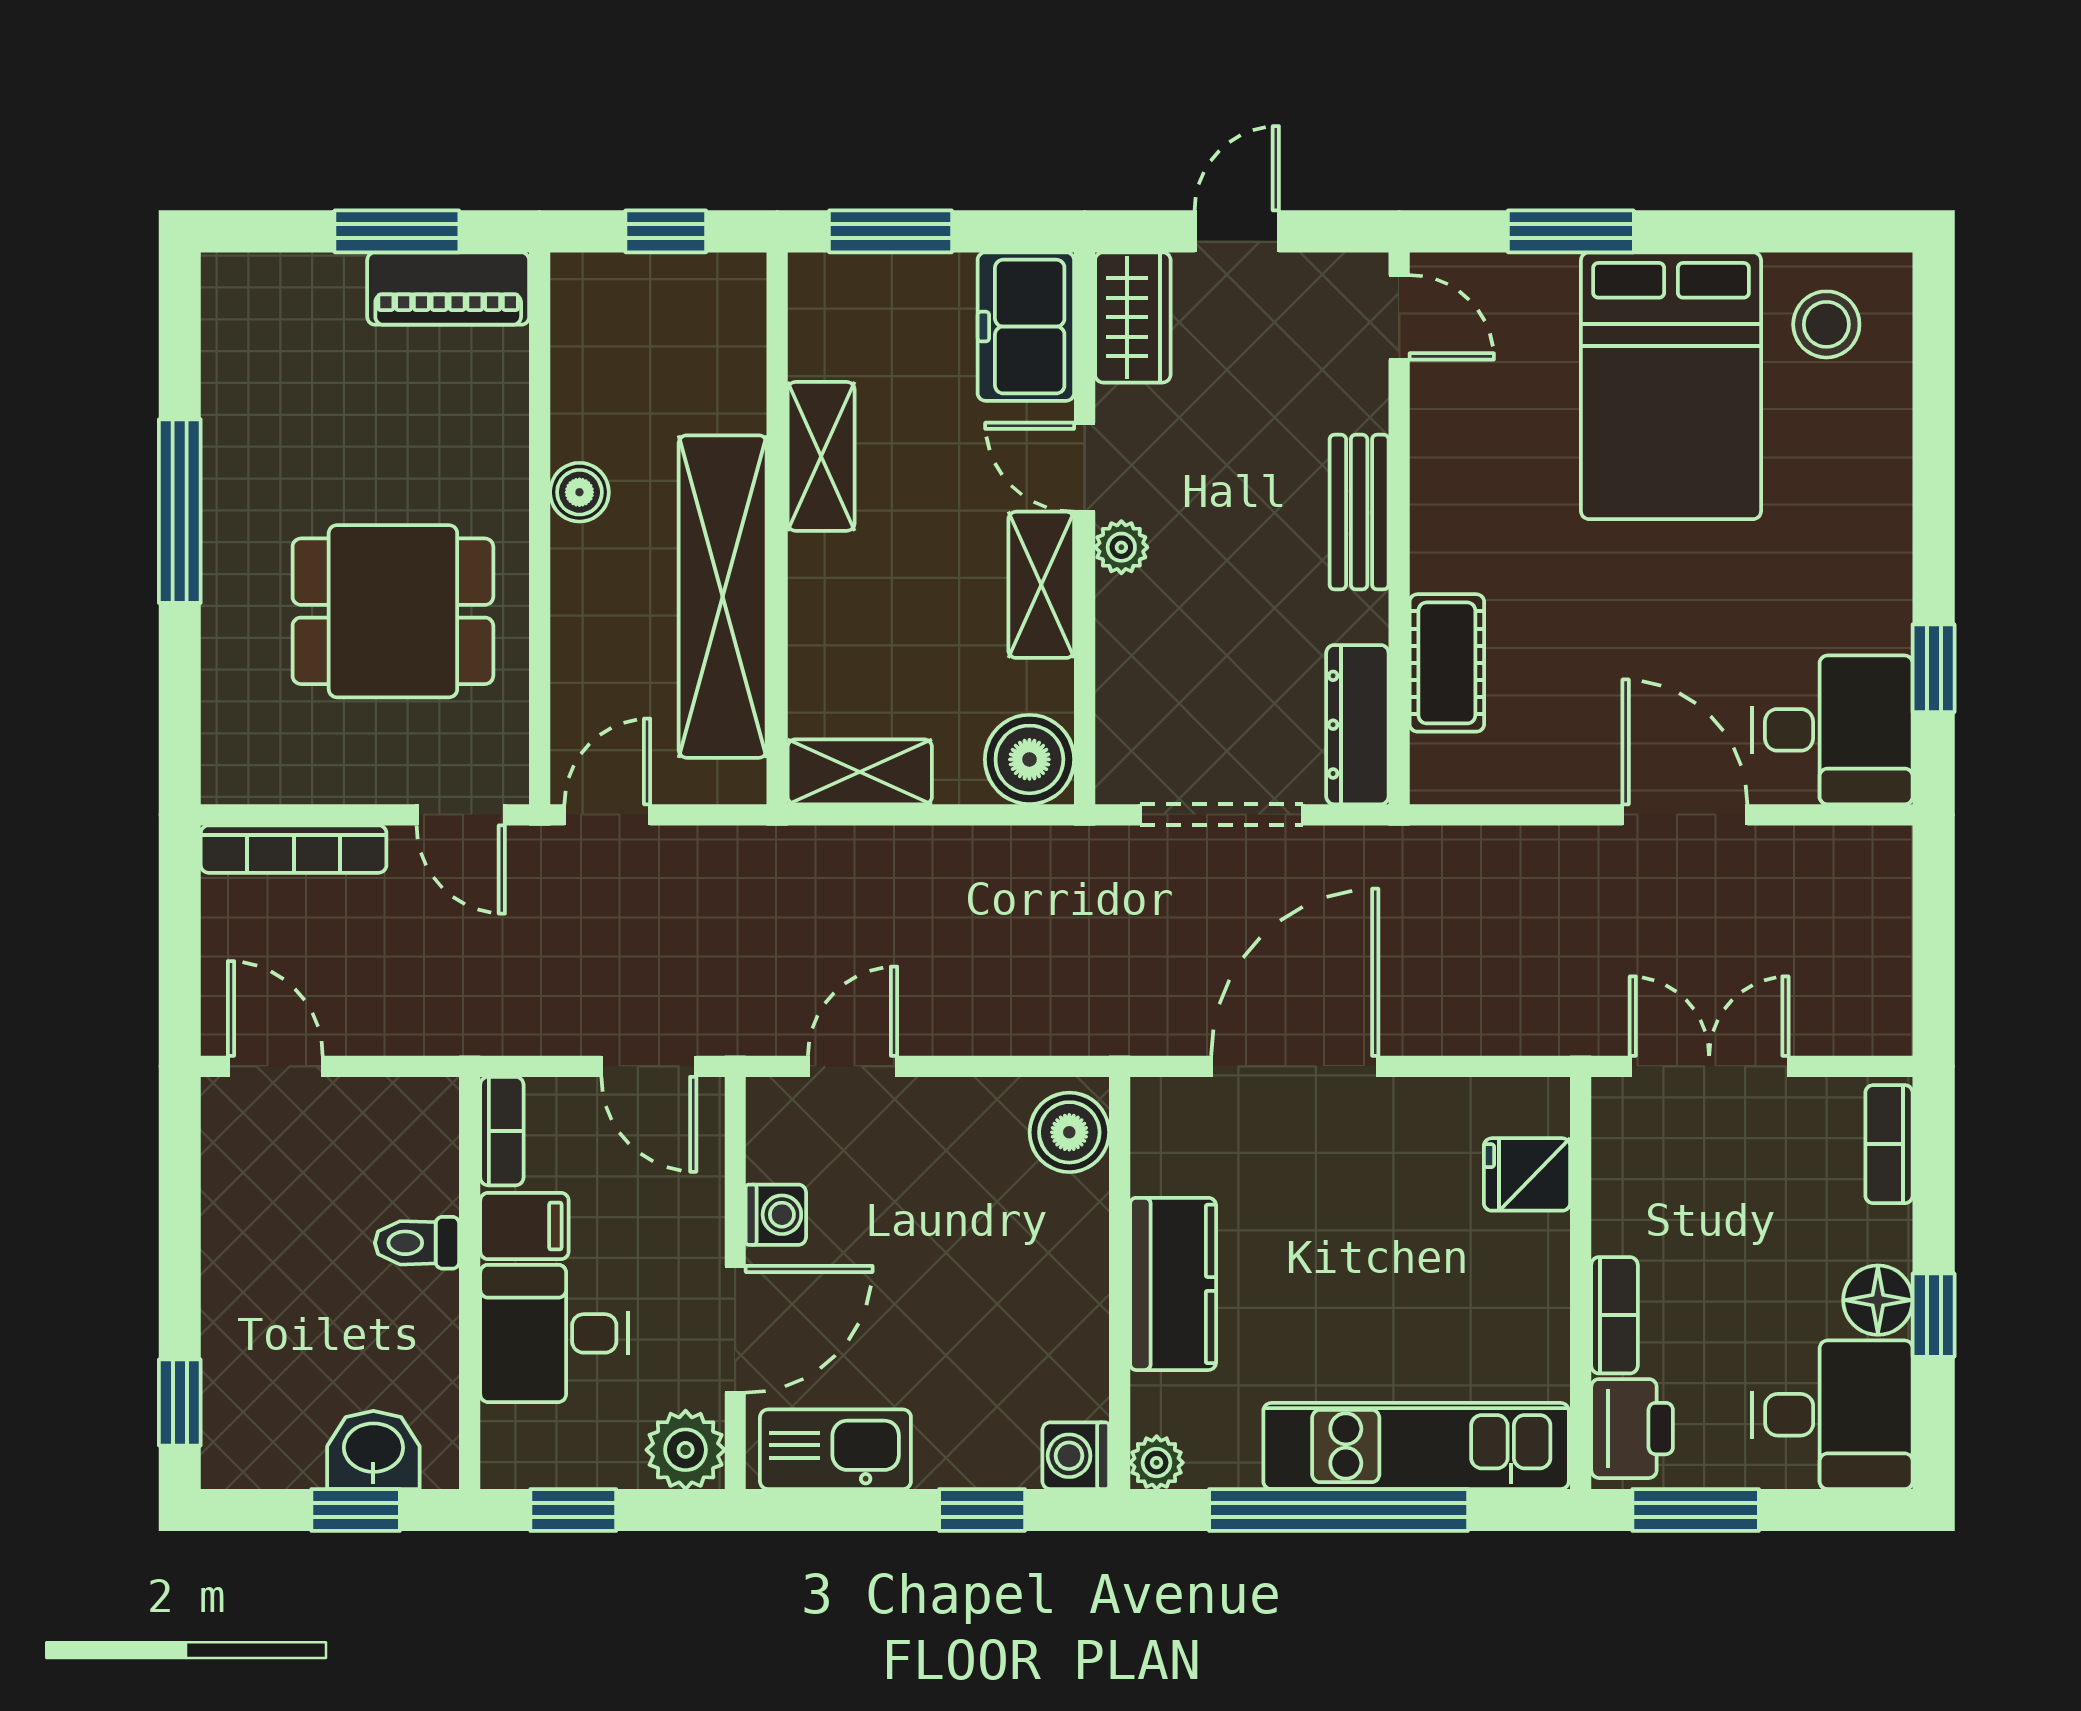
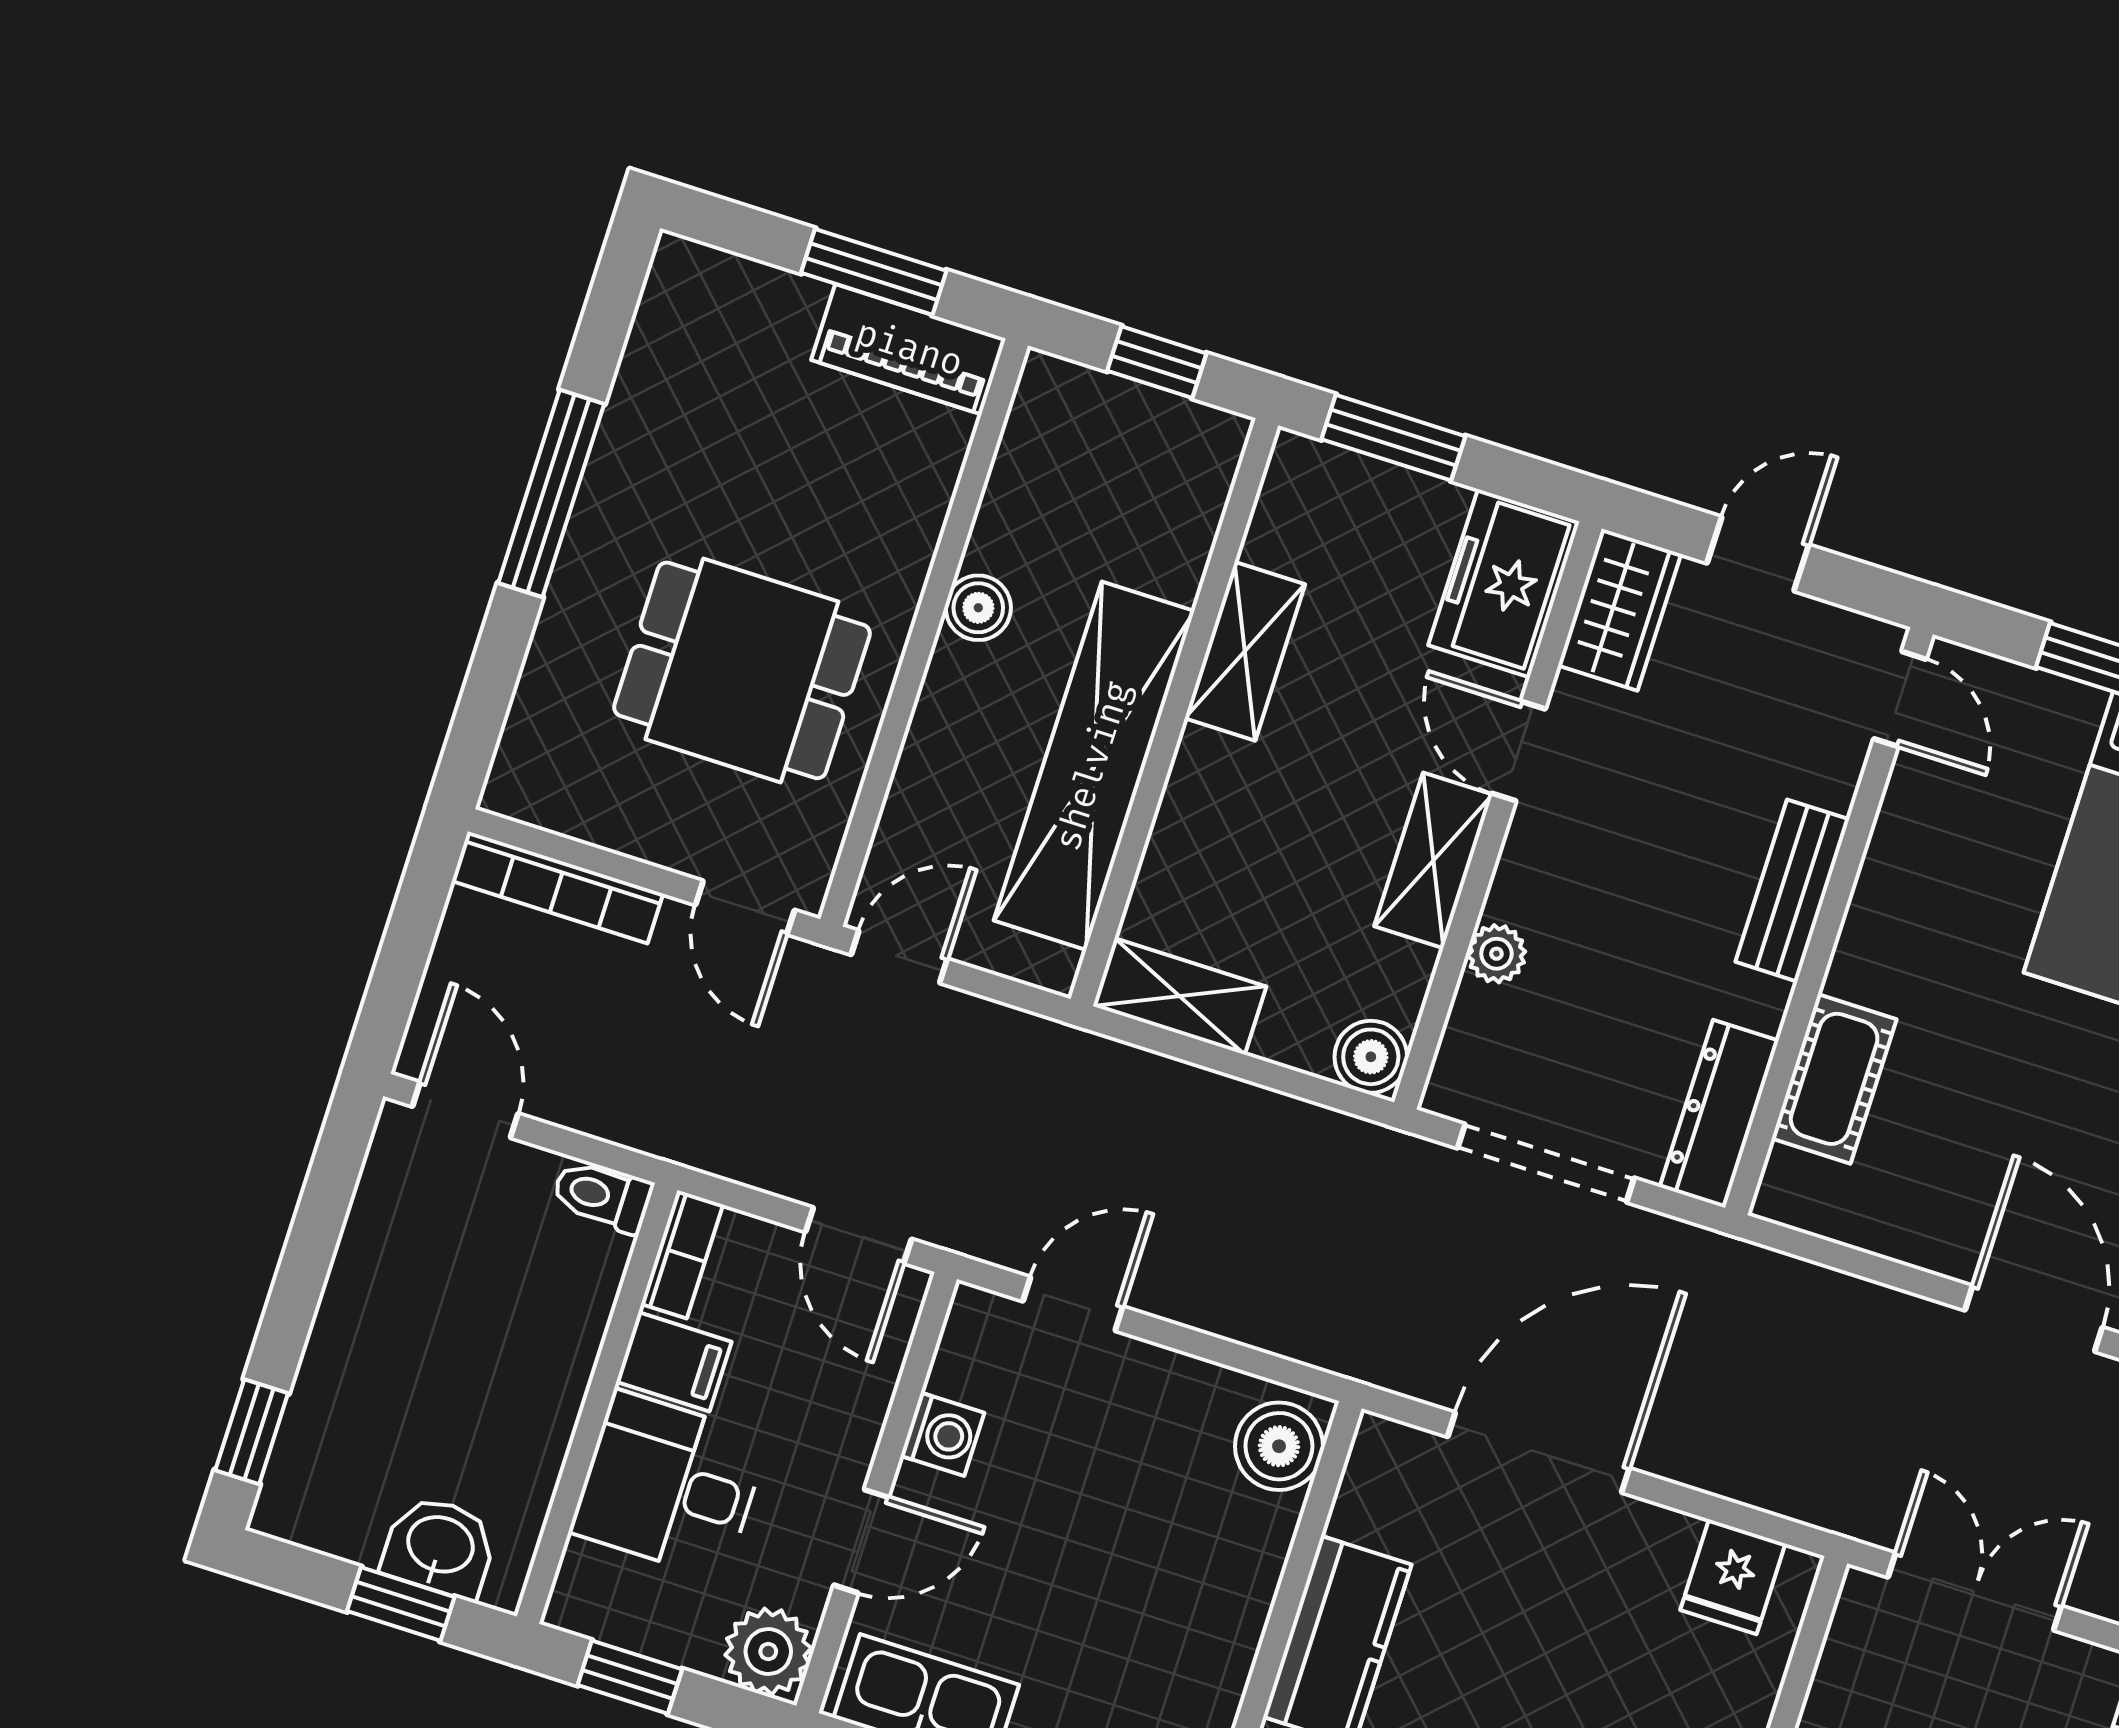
plant: (1121, 547) -> (1496, 954), moved
boiler: (1029, 759) -> (1371, 1057), width x0.73, depth x0.73
fridge: (1527, 1174) -> (1733, 1577), moved, turned -90
toilet: (417, 1243) -> (602, 1196), moved
door: (735, 1329) -> (861, 1541), width x0.73

